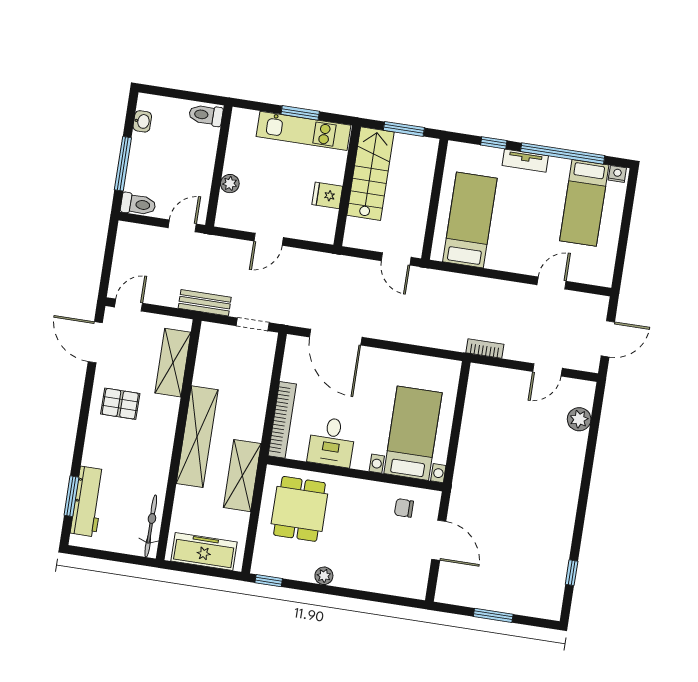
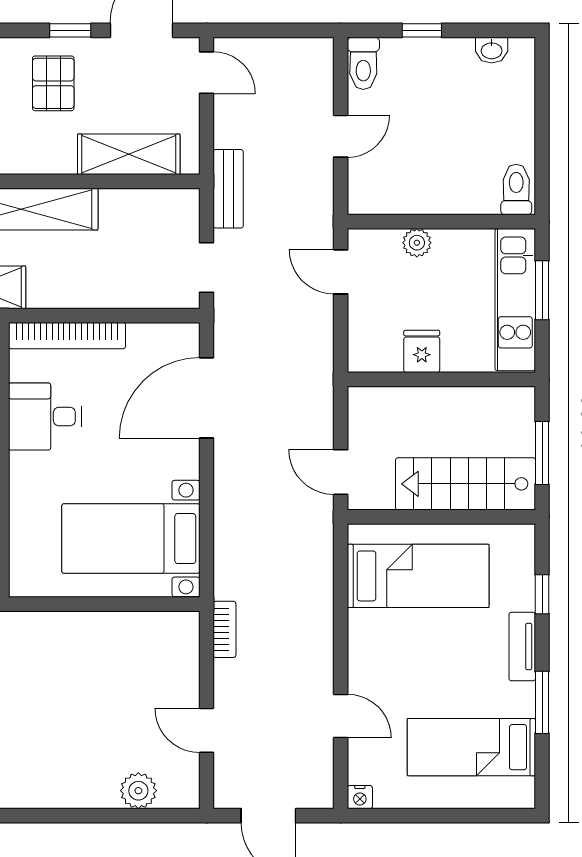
toilet: (206, 115) -> (516, 190), moved
window: (563, 153) -> (542, 702), width x0.47
window: (123, 164) -> (422, 30), width x0.46
wall: (219, 166) -> (441, 222), moved
stairs: (370, 174) -> (465, 484), moved, turned 180
nightstand: (617, 174) -> (360, 797), moved, turned 90
plant: (230, 184) -> (417, 243), moved
door: (182, 226) -> (341, 136), hinge flipped
door: (396, 259) -> (341, 472), hinge flipped
window: (88, 388) -> (70, 30), added
bed with nightstands: (413, 433) -> (131, 539), moved, turned 180

